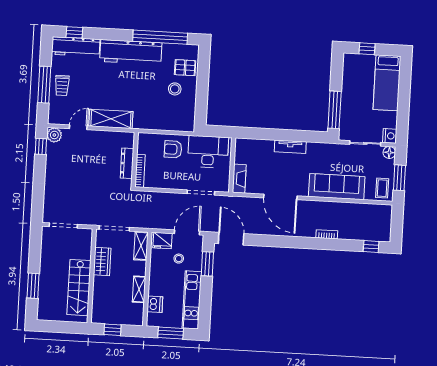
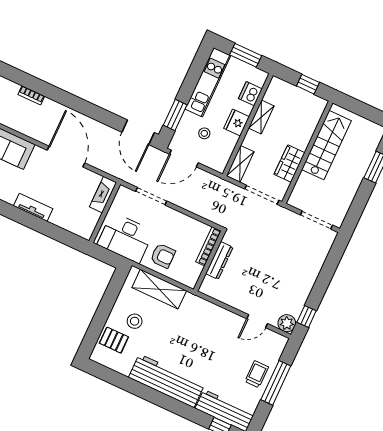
window: (160, 37) -> (128, 384), removed
shelving: (111, 119) -> (159, 289), moved
fridge: (163, 241) -> (237, 122), moved, turned -90

